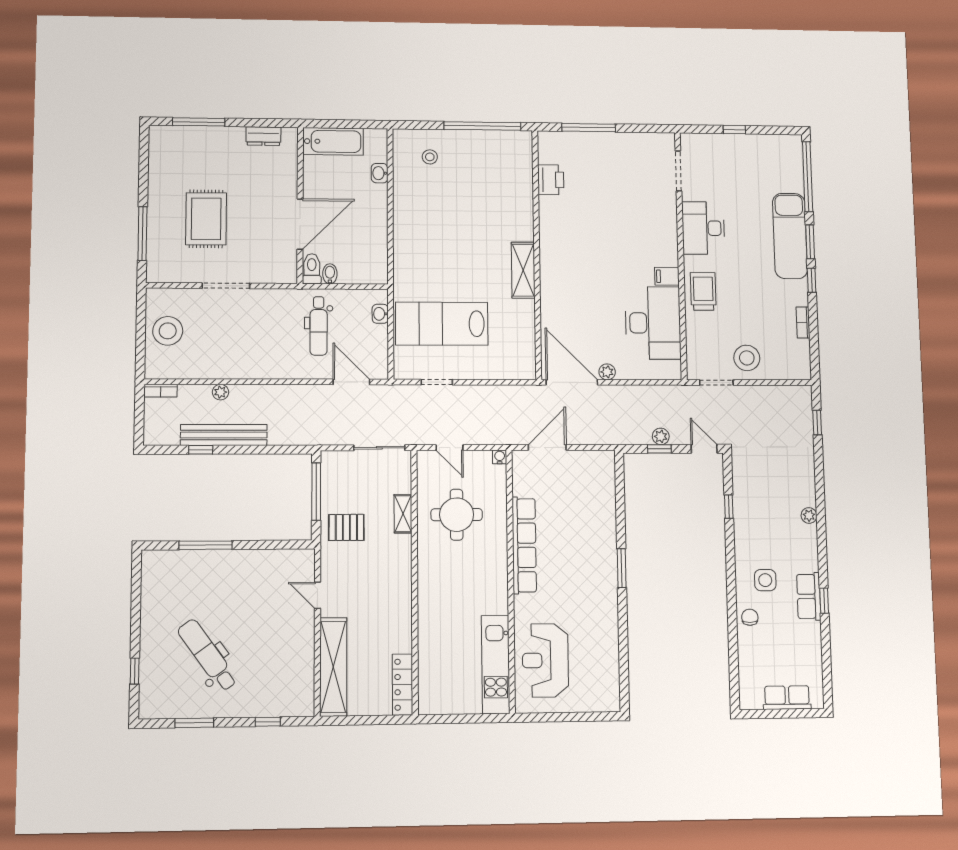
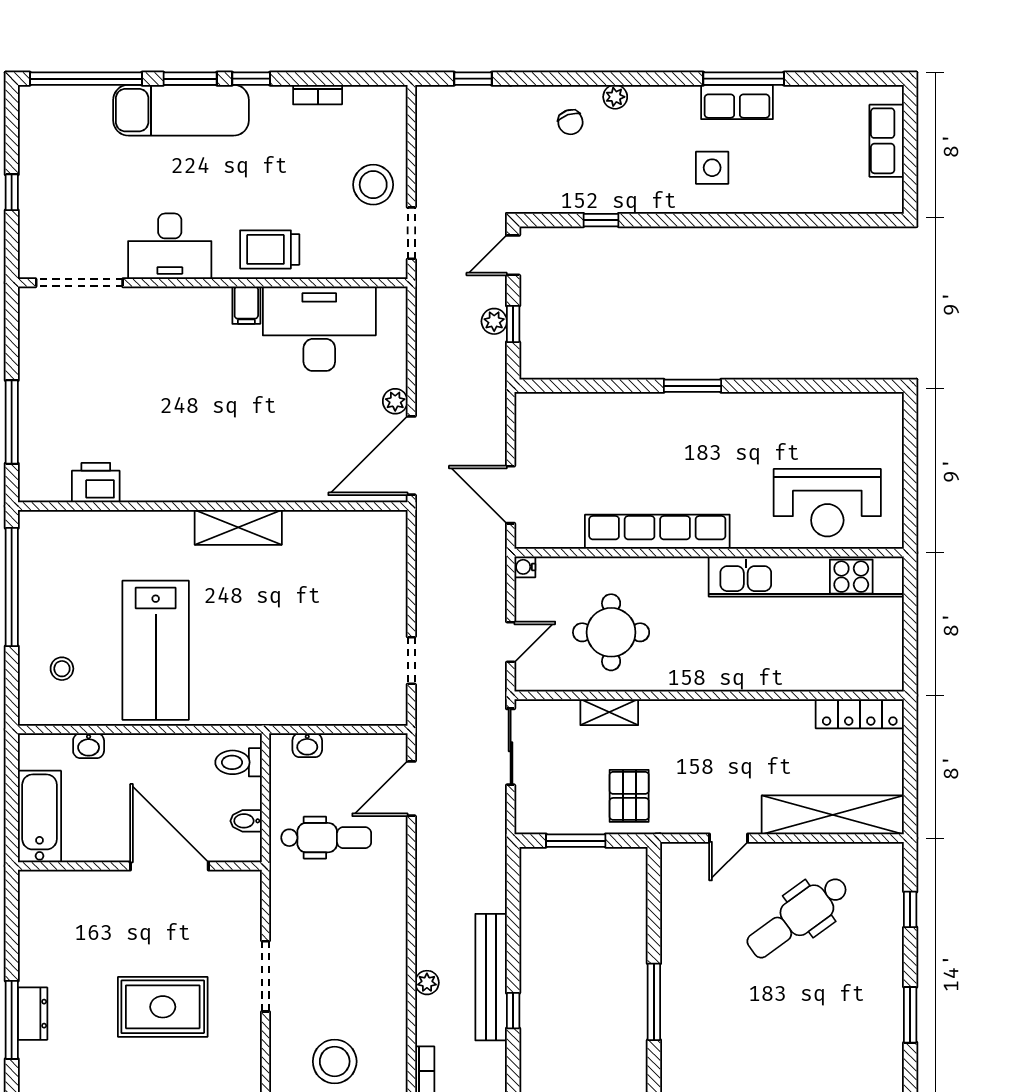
dresser: (263, 136) -> (33, 1014), moved
doorway: (678, 171) -> (79, 283), width x1.36
toilet: (312, 269) -> (239, 762), moved
lab bench: (442, 324) -> (156, 650), moved
window: (316, 492) -> (576, 841), width x0.69
window: (824, 601) -> (744, 79), width x2.17
chair: (750, 617) -> (570, 122), moved, turned -109
dental chair: (208, 655) -> (798, 917), moved
kitchen unit: (496, 664) -> (806, 577), width x1.36

